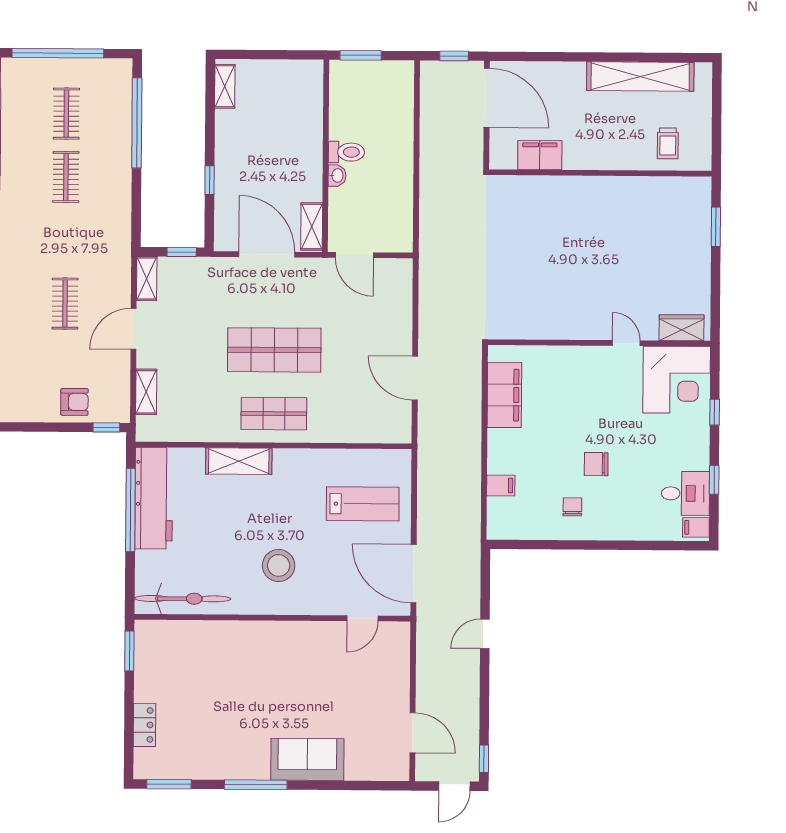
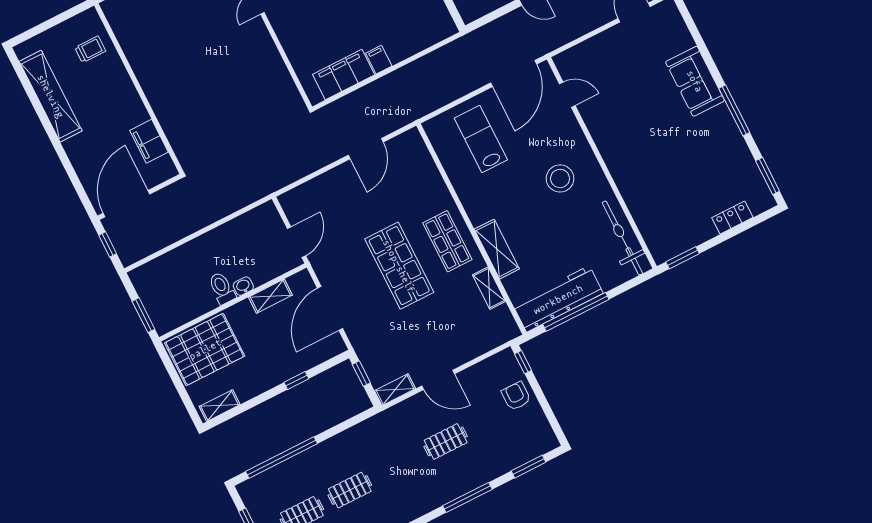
pallet: (292, 101) -> (205, 349), added
shelving: (312, 226) -> (270, 296), moved
shelving: (146, 392) -> (489, 288), moved, turned 90
filing cabinet: (501, 485) -> (379, 60), moved

